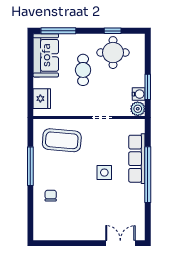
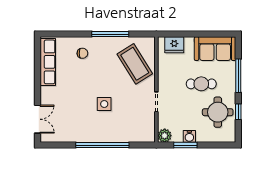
window: (58, 31) -> (238, 76), moved
water cooler: (139, 94) -> (189, 136), moved
coffee table: (62, 140) -> (135, 64), turned -37
row of seats: (137, 159) -> (48, 62), moved, turned 90

